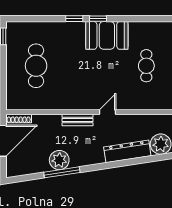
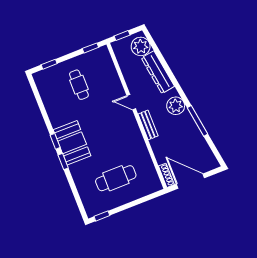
booth: (107, 35) -> (72, 143), moved
cafe table: (146, 66) -> (79, 85), turned 90
plant: (59, 160) -> (176, 106), moved

